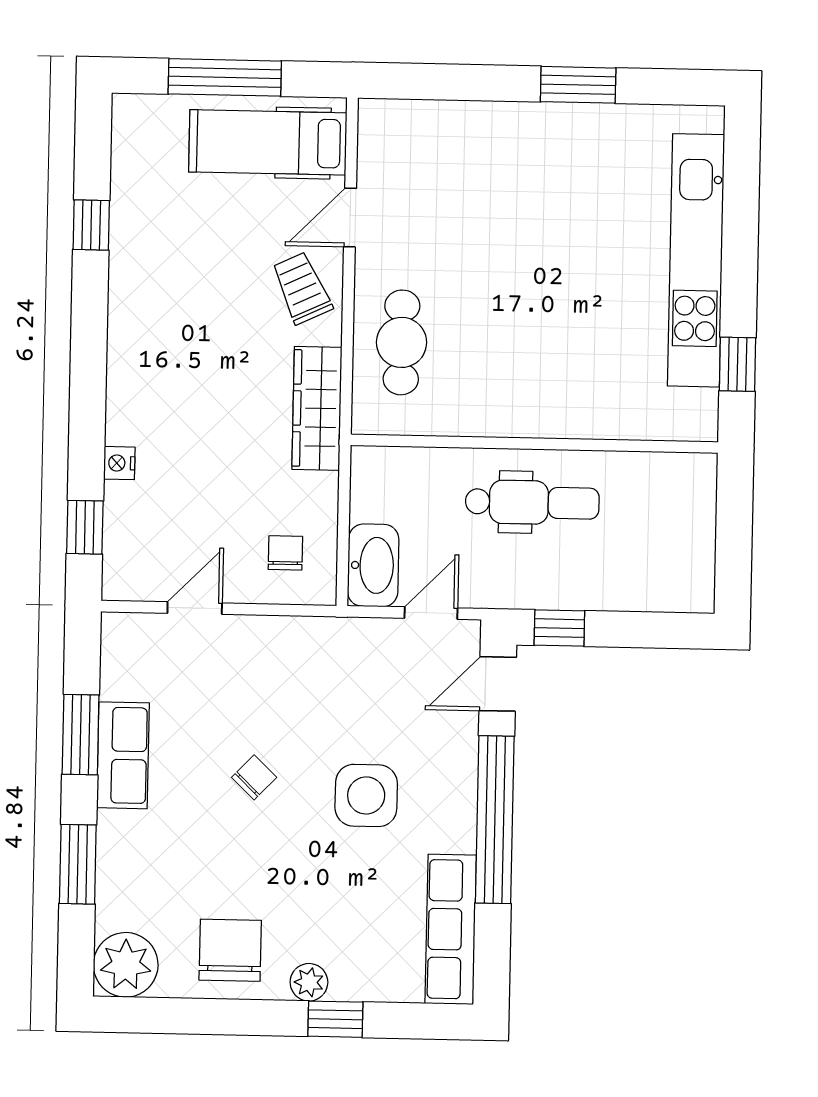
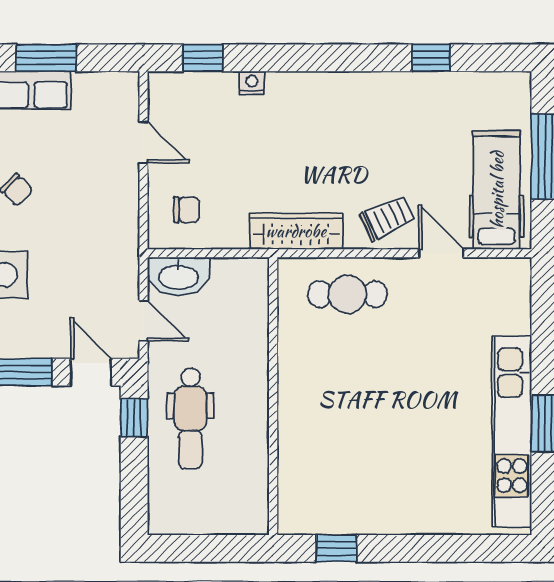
kitchen unit: (696, 260) -> (512, 432), moved, turned -90
dental chair: (532, 502) -> (190, 419), moved

